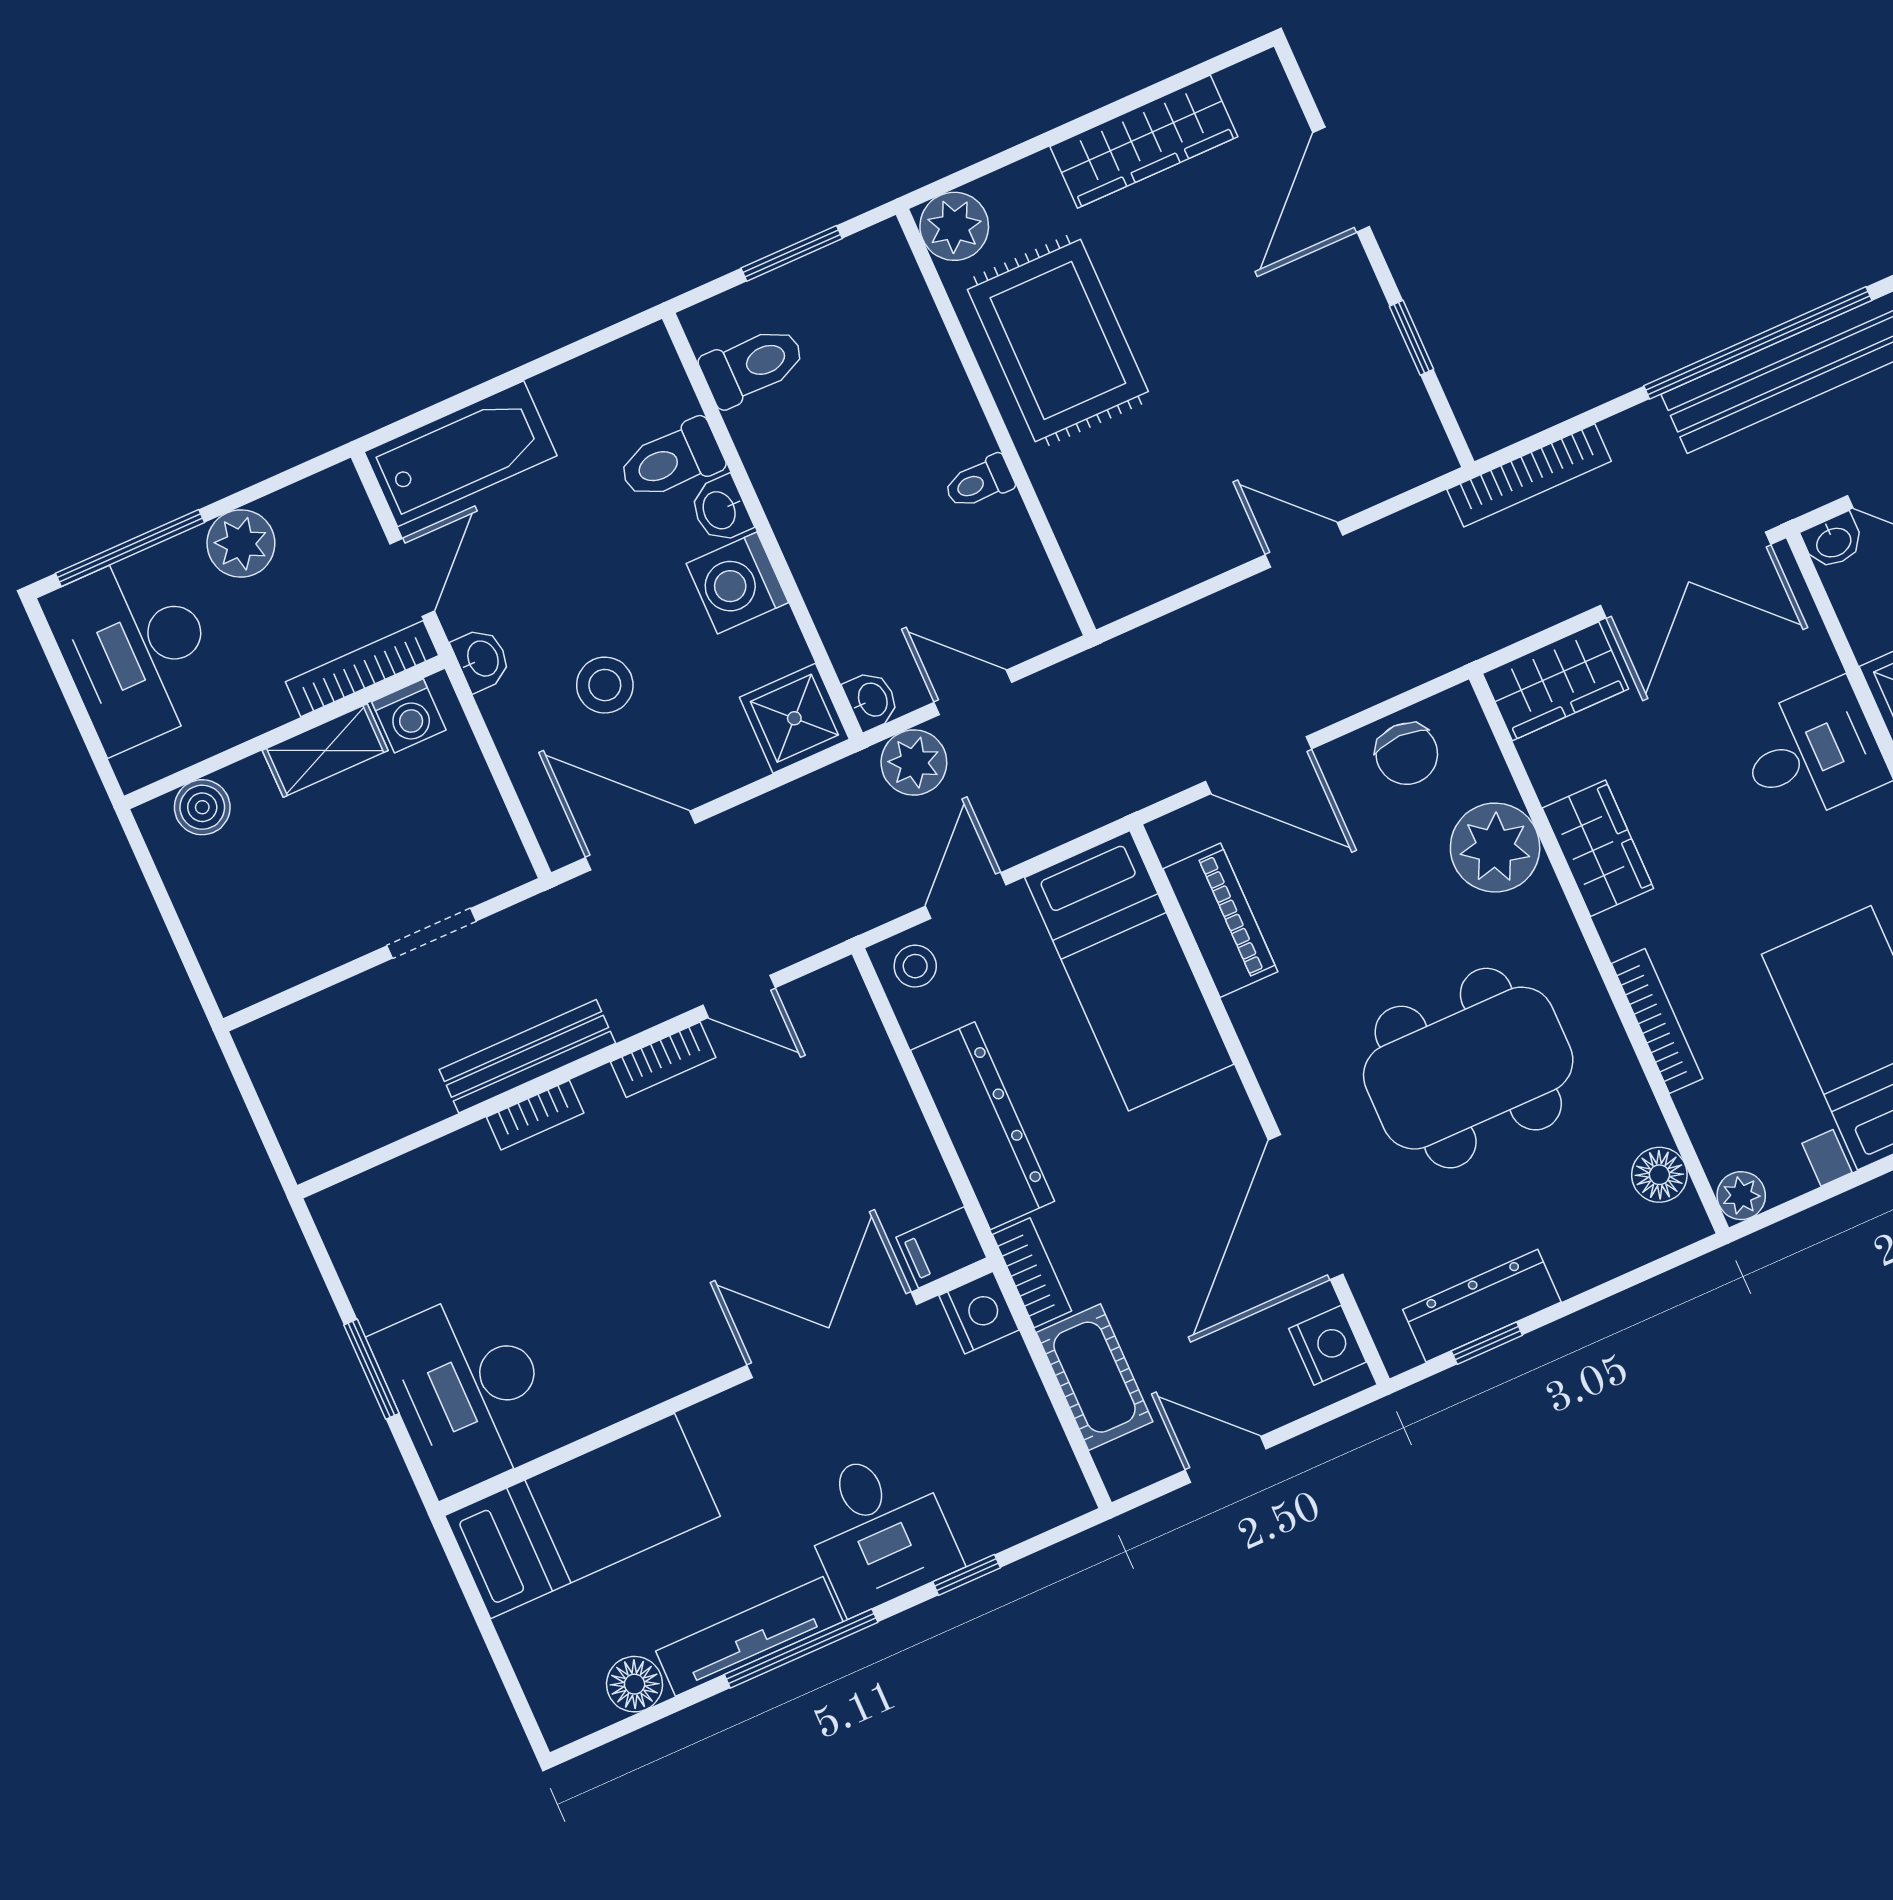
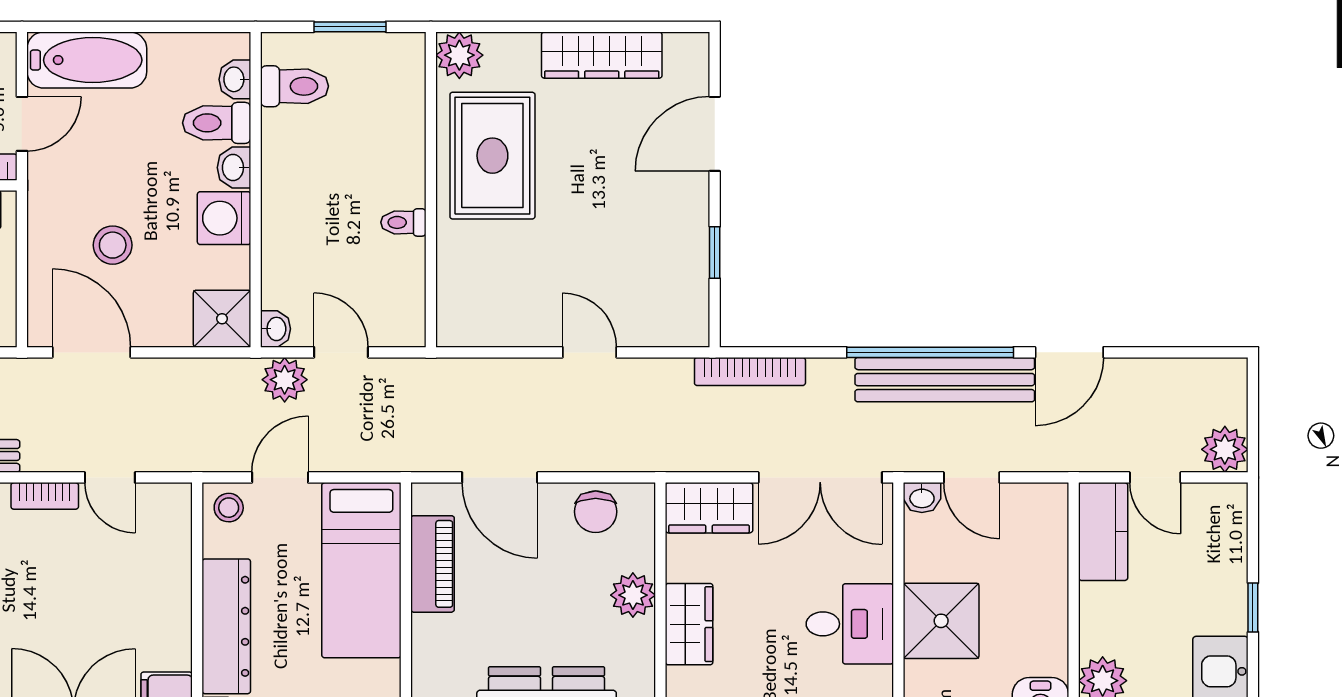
washbasin: (482, 659) -> (235, 79), moved, turned 180
plant: (1495, 848) -> (633, 595), width x0.73, depth x0.73

